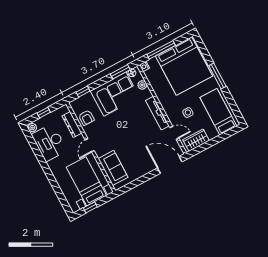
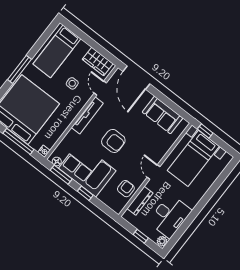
plant: (142, 85) -> (65, 145), removed
window: (83, 92) -> (85, 193), moved
armchair: (128, 125) -> (113, 141), added
door: (90, 145) -> (153, 172), swing flipped
sofa: (113, 168) -> (163, 115), moved, turned -90
window: (90, 207) -> (205, 131), moved

